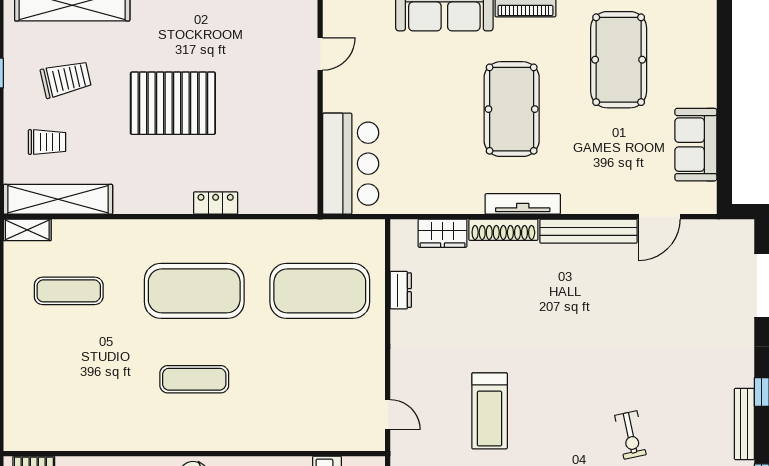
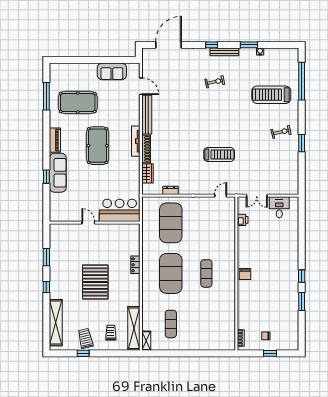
door: (320, 54) -> (88, 223), moved
trolley: (66, 79) -> (85, 338), moved
pool table: (512, 109) -> (98, 146), turned 90
exercise bike: (630, 435) -> (215, 82), moved

